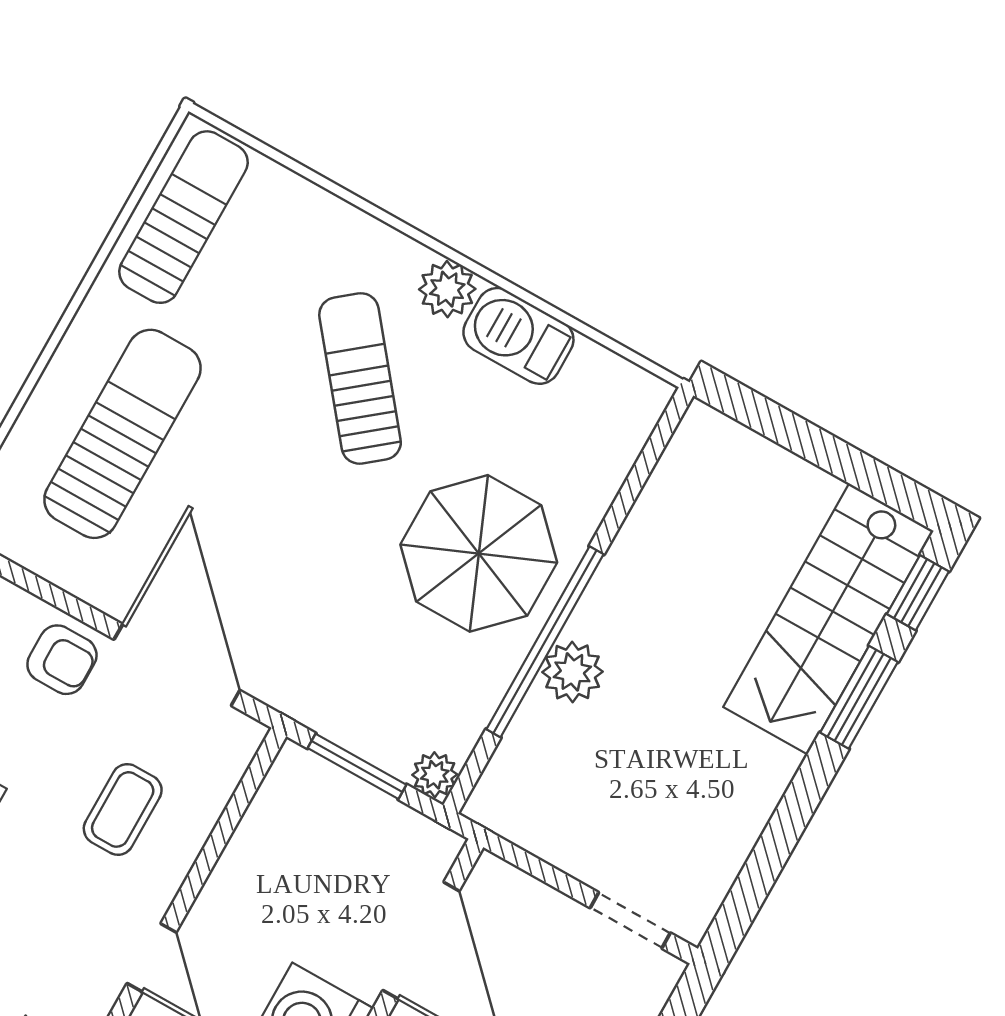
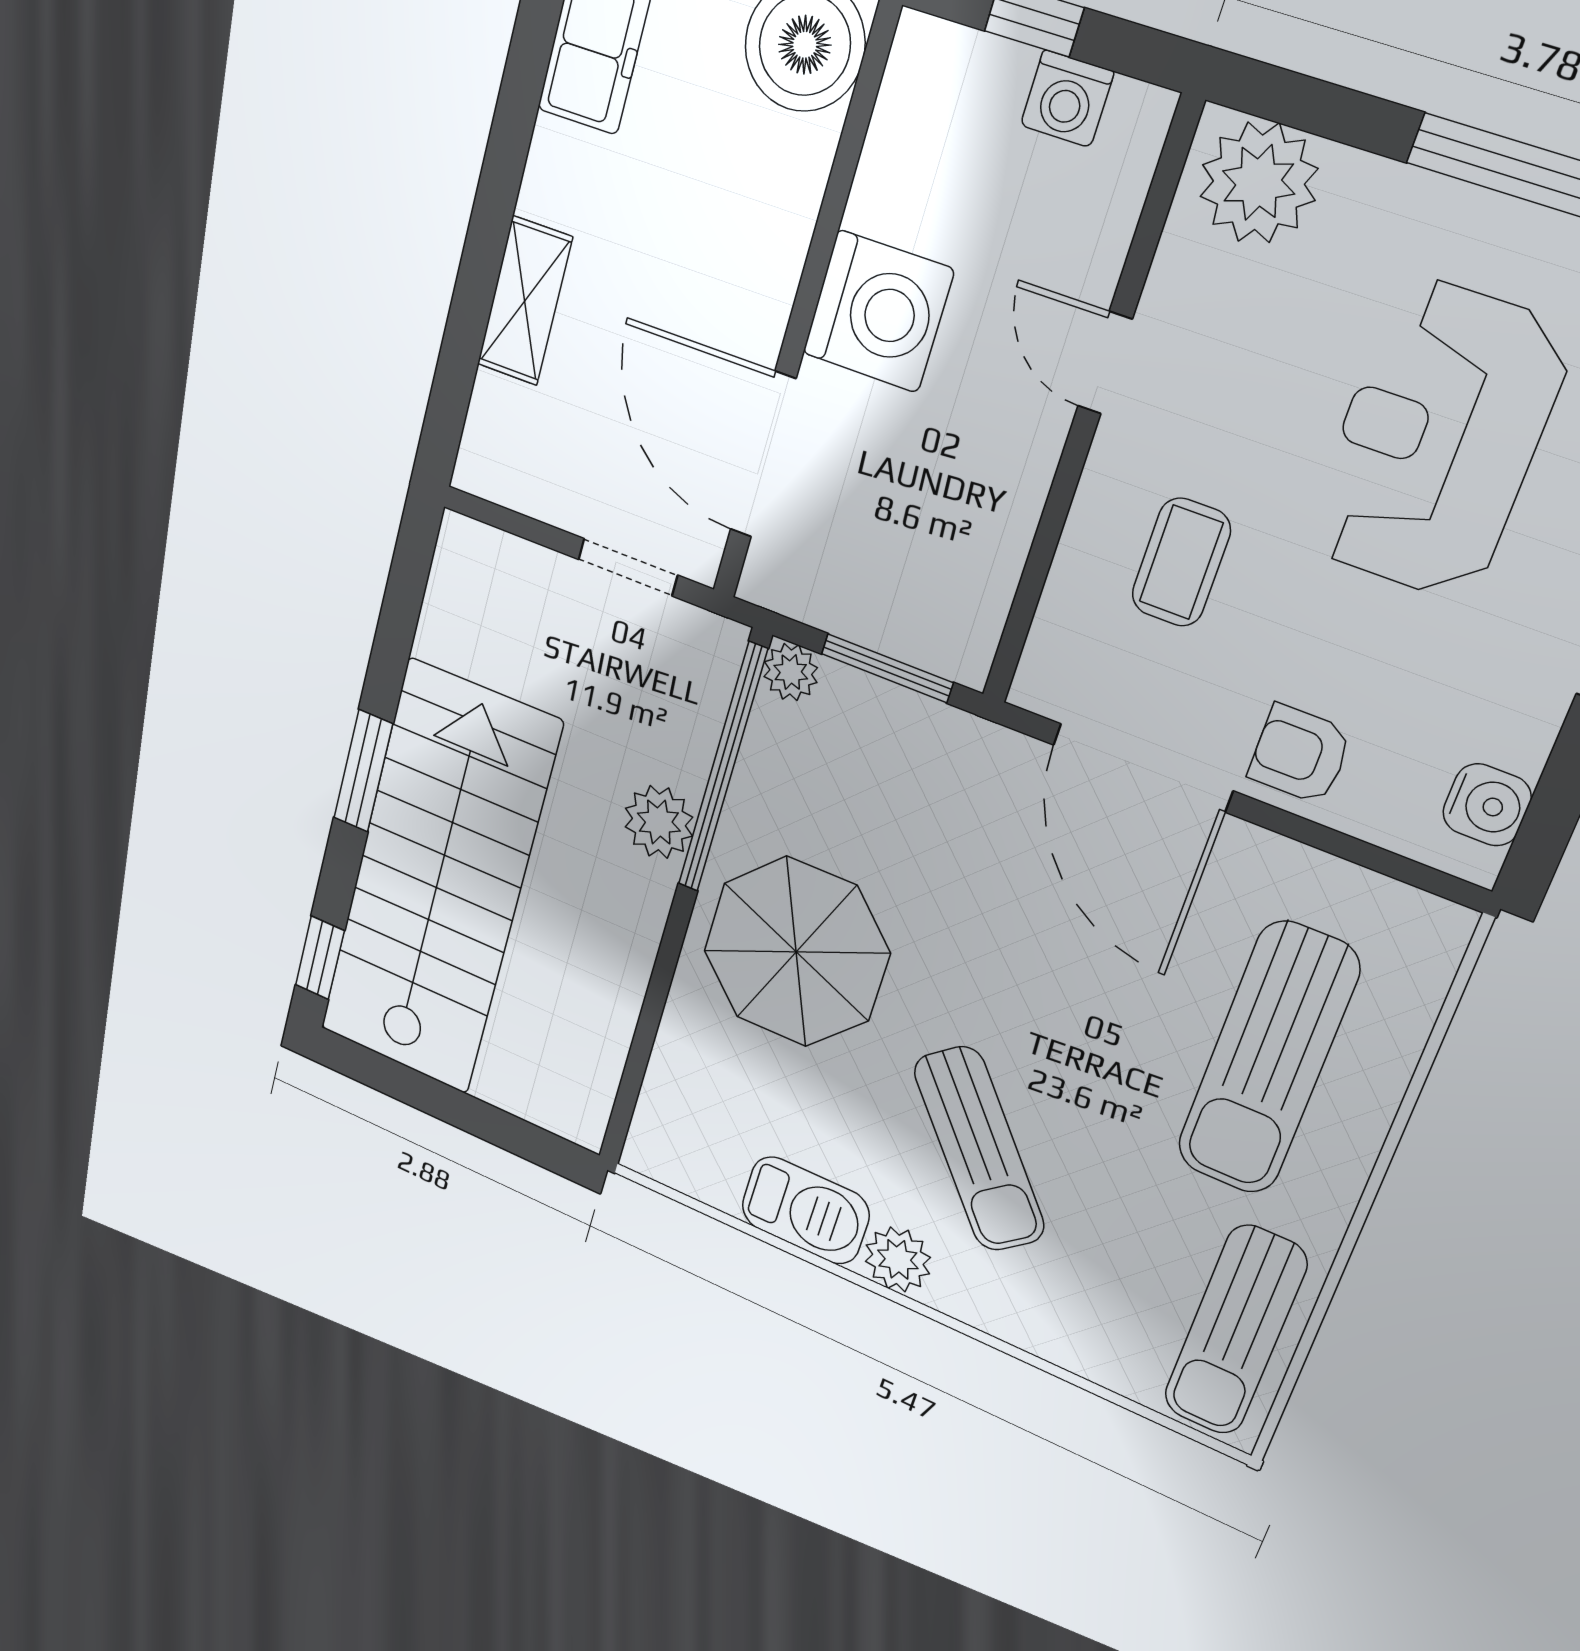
stairs: (828, 619) -> (438, 880), width x1.36, depth x1.51
window: (545, 642) -> (723, 768), moved
window: (859, 697) -> (363, 771), moved
doorway: (630, 920) -> (628, 567), moved

